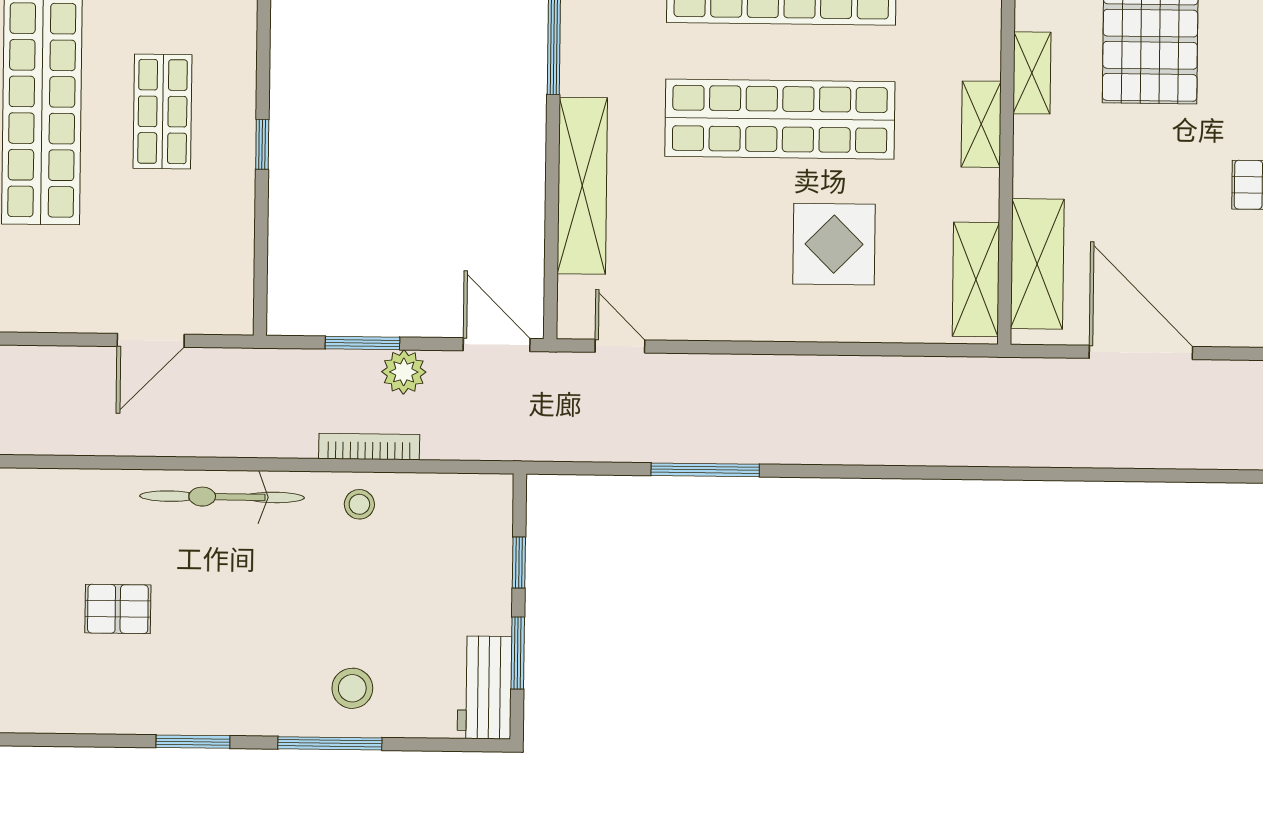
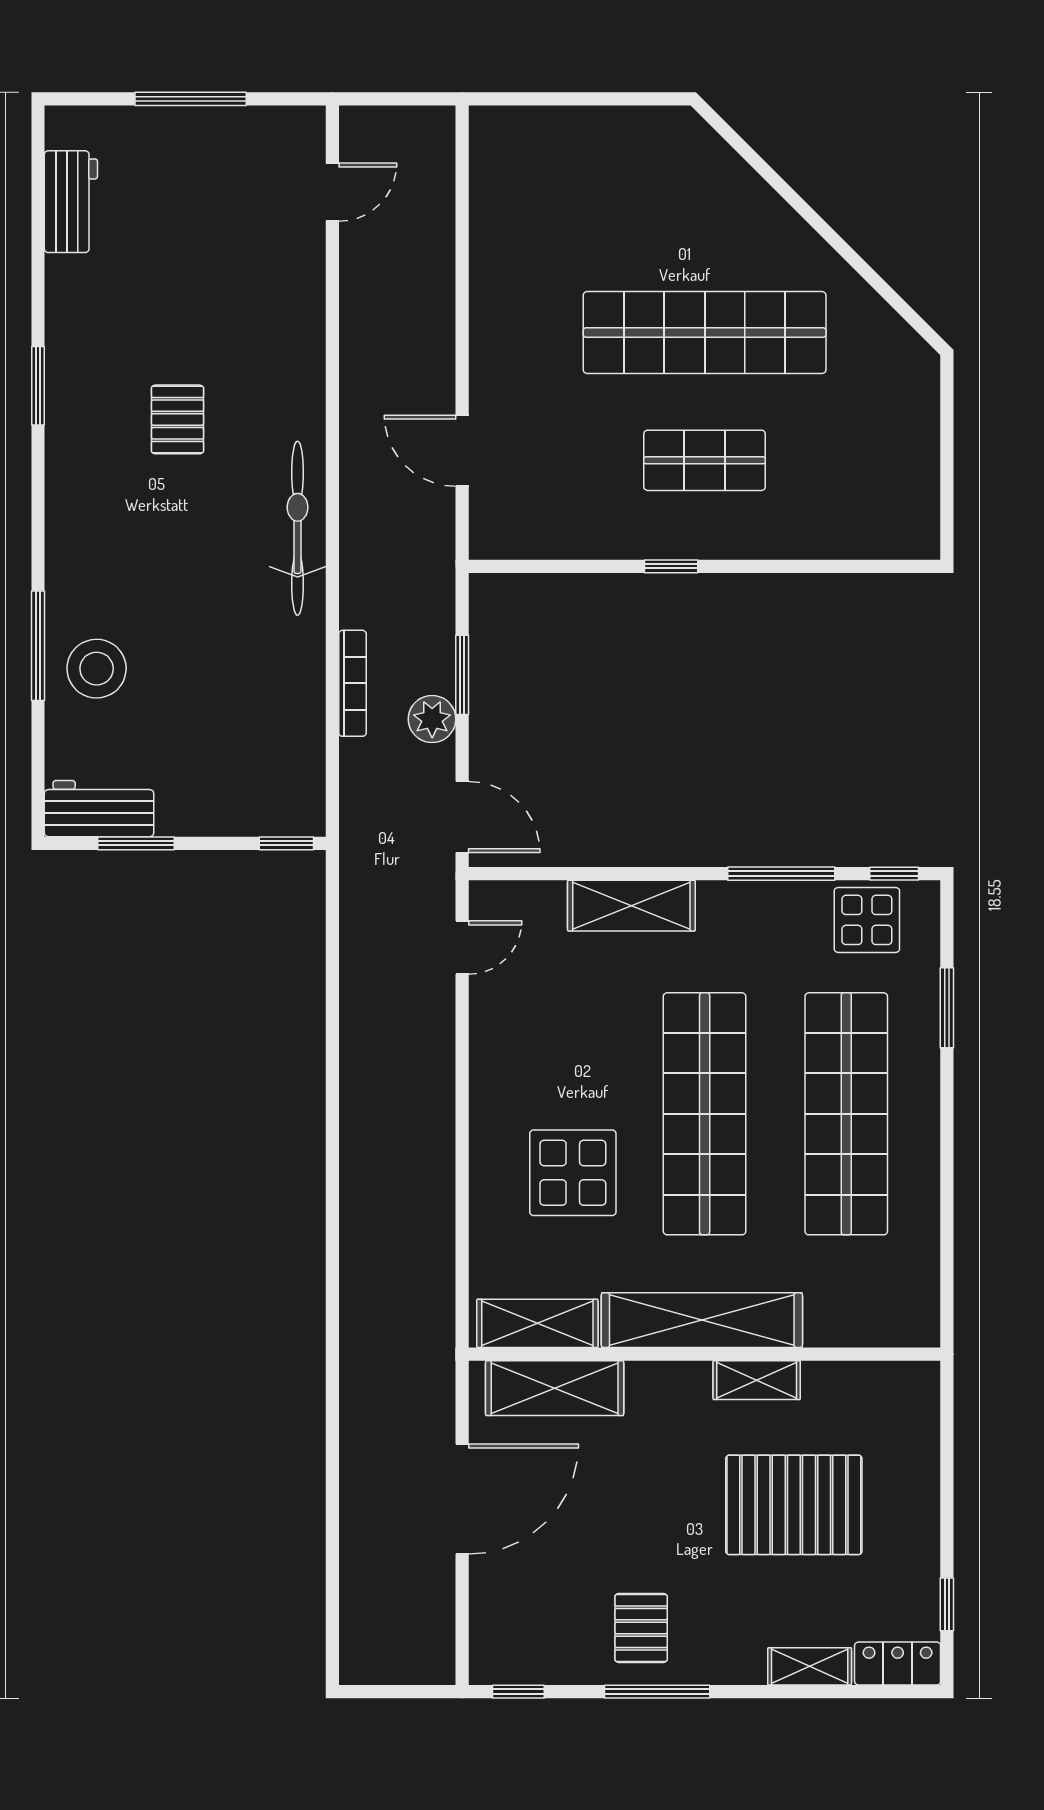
shelving: (981, 124) -> (702, 1320), width x2.20, depth x1.33
shelving: (582, 186) -> (631, 906), width x0.68
door: (497, 345) -> (462, 817), hinge flipped
window: (705, 470) -> (332, 1039), removed
stool: (359, 504) -> (291, 674), removed
window: (519, 563) -> (286, 843), moved
stool: (352, 688) -> (97, 669), width x1.38, depth x1.38
window: (193, 742) -> (38, 386), moved

